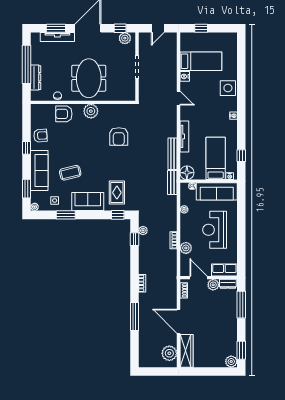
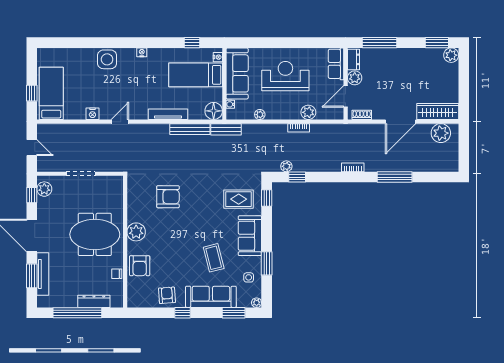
bed: (201, 61) -> (51, 93), moved
reception desk: (215, 230) -> (285, 76), turned 180

